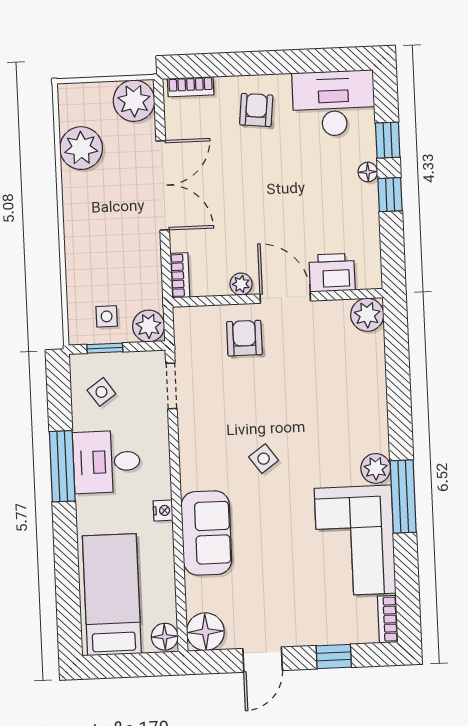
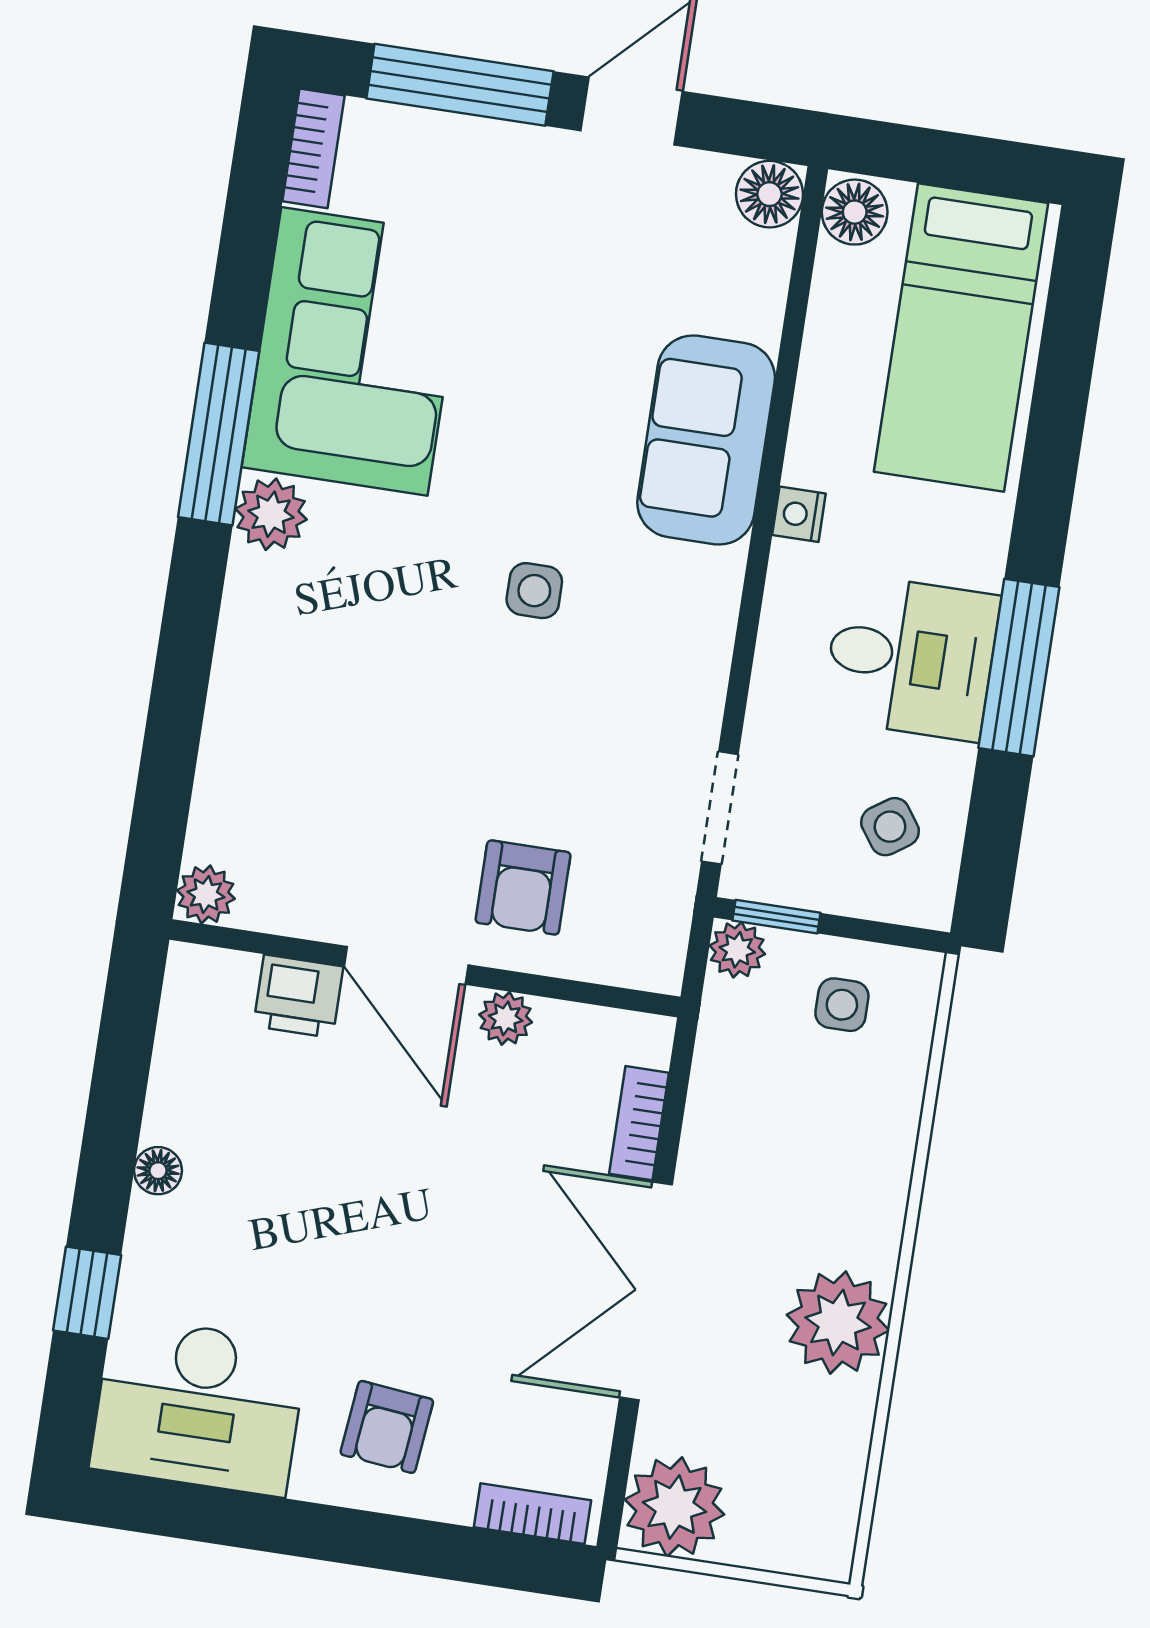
plant: (81, 148) -> (838, 1322), moved
floor lamp: (368, 172) -> (158, 1171), moved
window: (390, 195) -> (107, 1161), removed
printer: (332, 273) -> (298, 996), width x0.73, depth x0.81
bookcase: (180, 275) -> (639, 1123), moved
plant: (367, 315) -> (206, 894), width x0.73, depth x0.73
plant: (149, 326) -> (737, 950), width x0.73, depth x0.73
window: (105, 348) -> (776, 917), moved
side table: (264, 459) -> (534, 591), turned 36
floor lamp: (205, 632) -> (769, 194), width x0.73, depth x0.73
window: (334, 656) -> (460, 85), width x2.17

